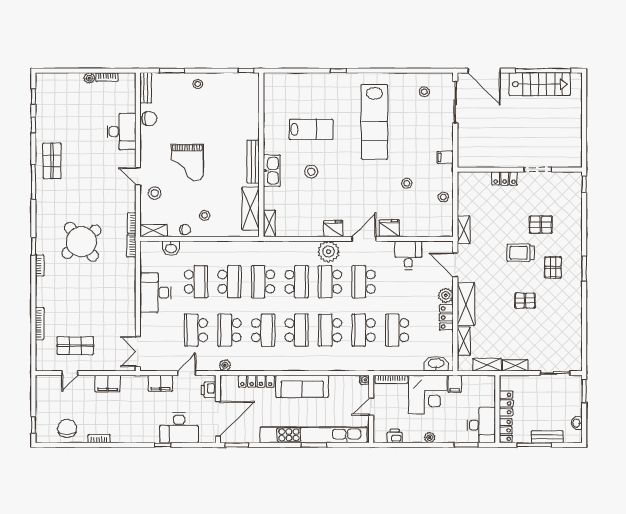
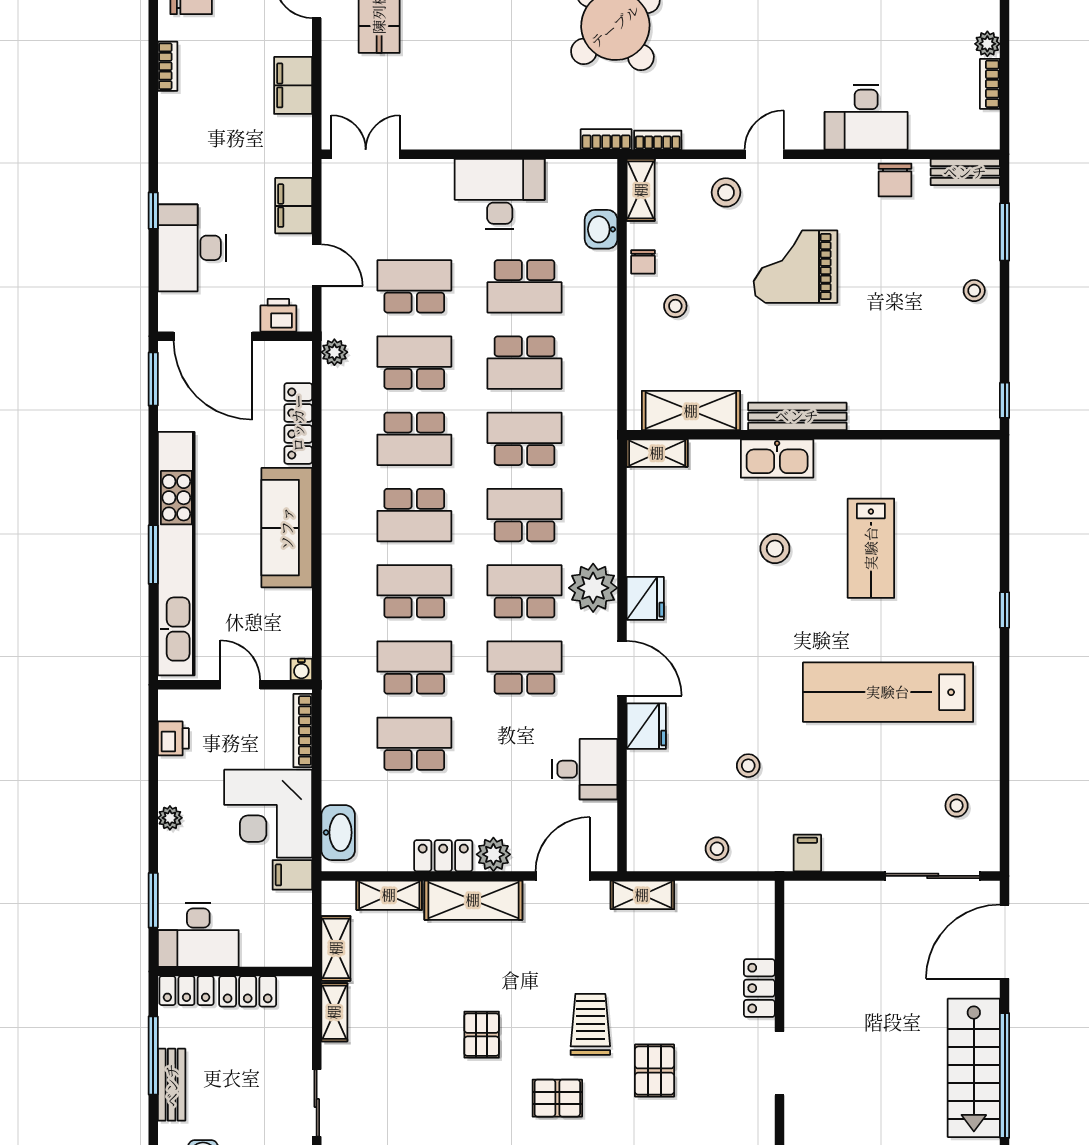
school desk: (297, 282) -> (525, 515), turned 180

